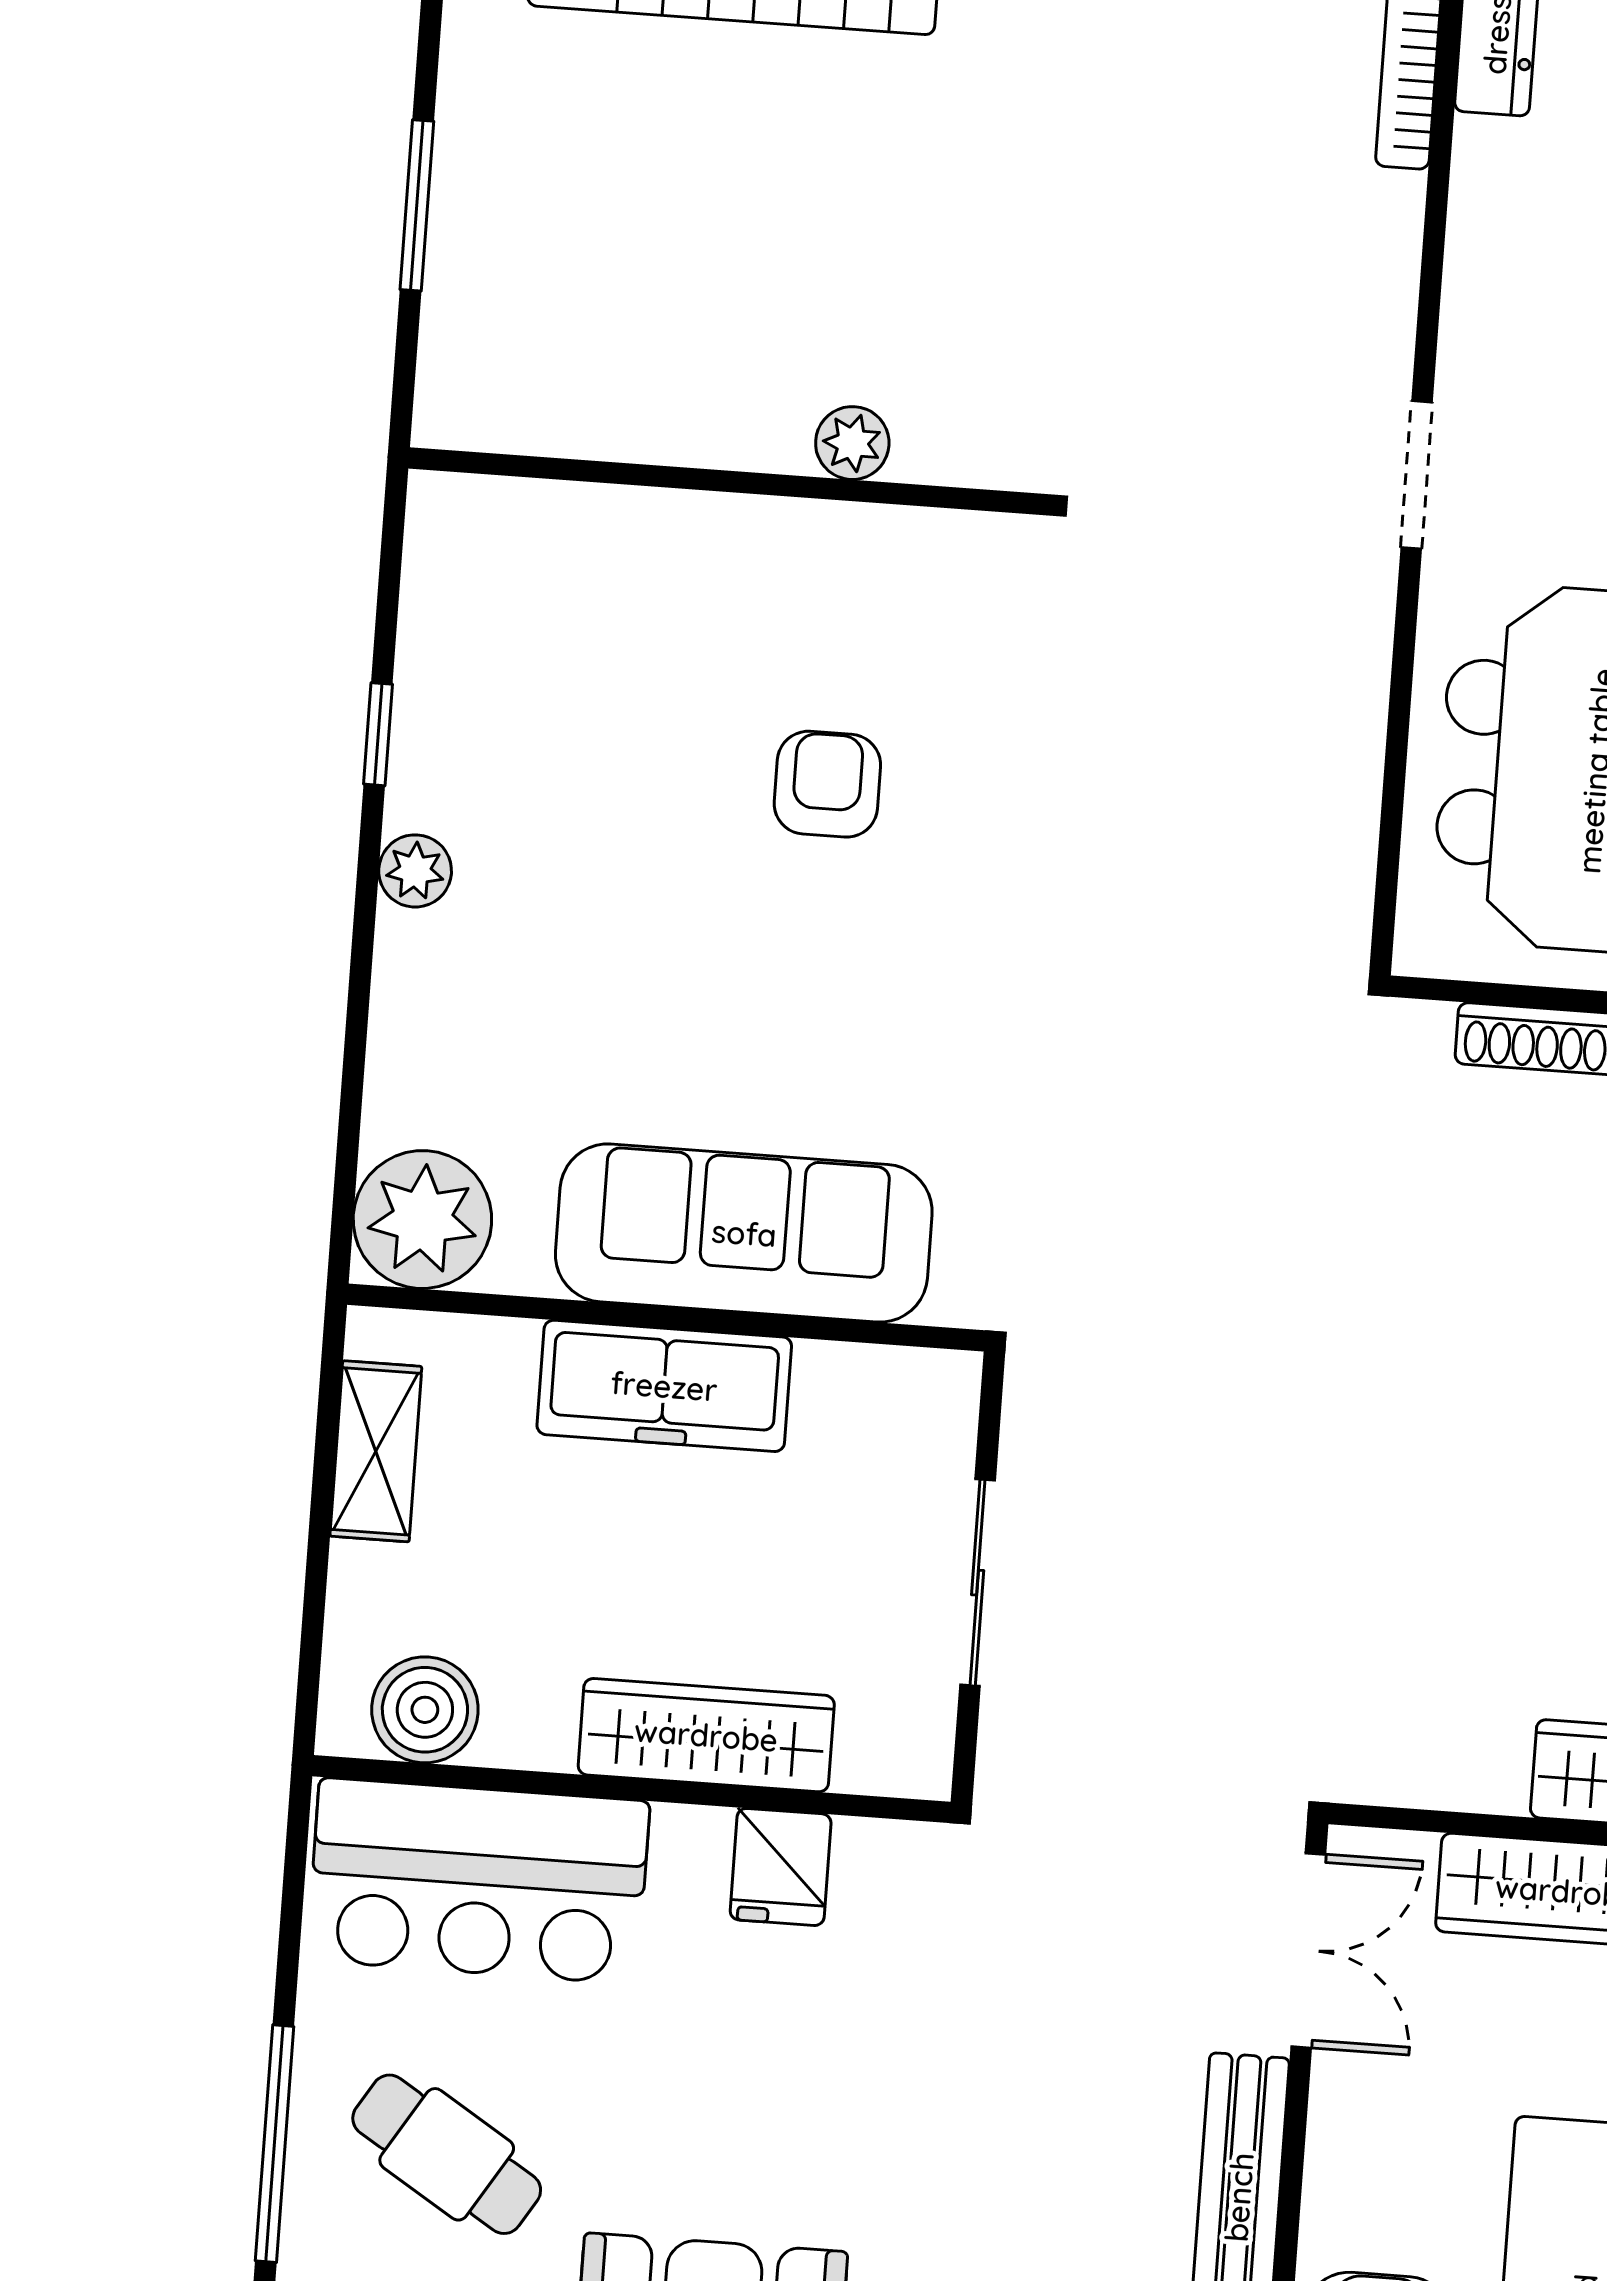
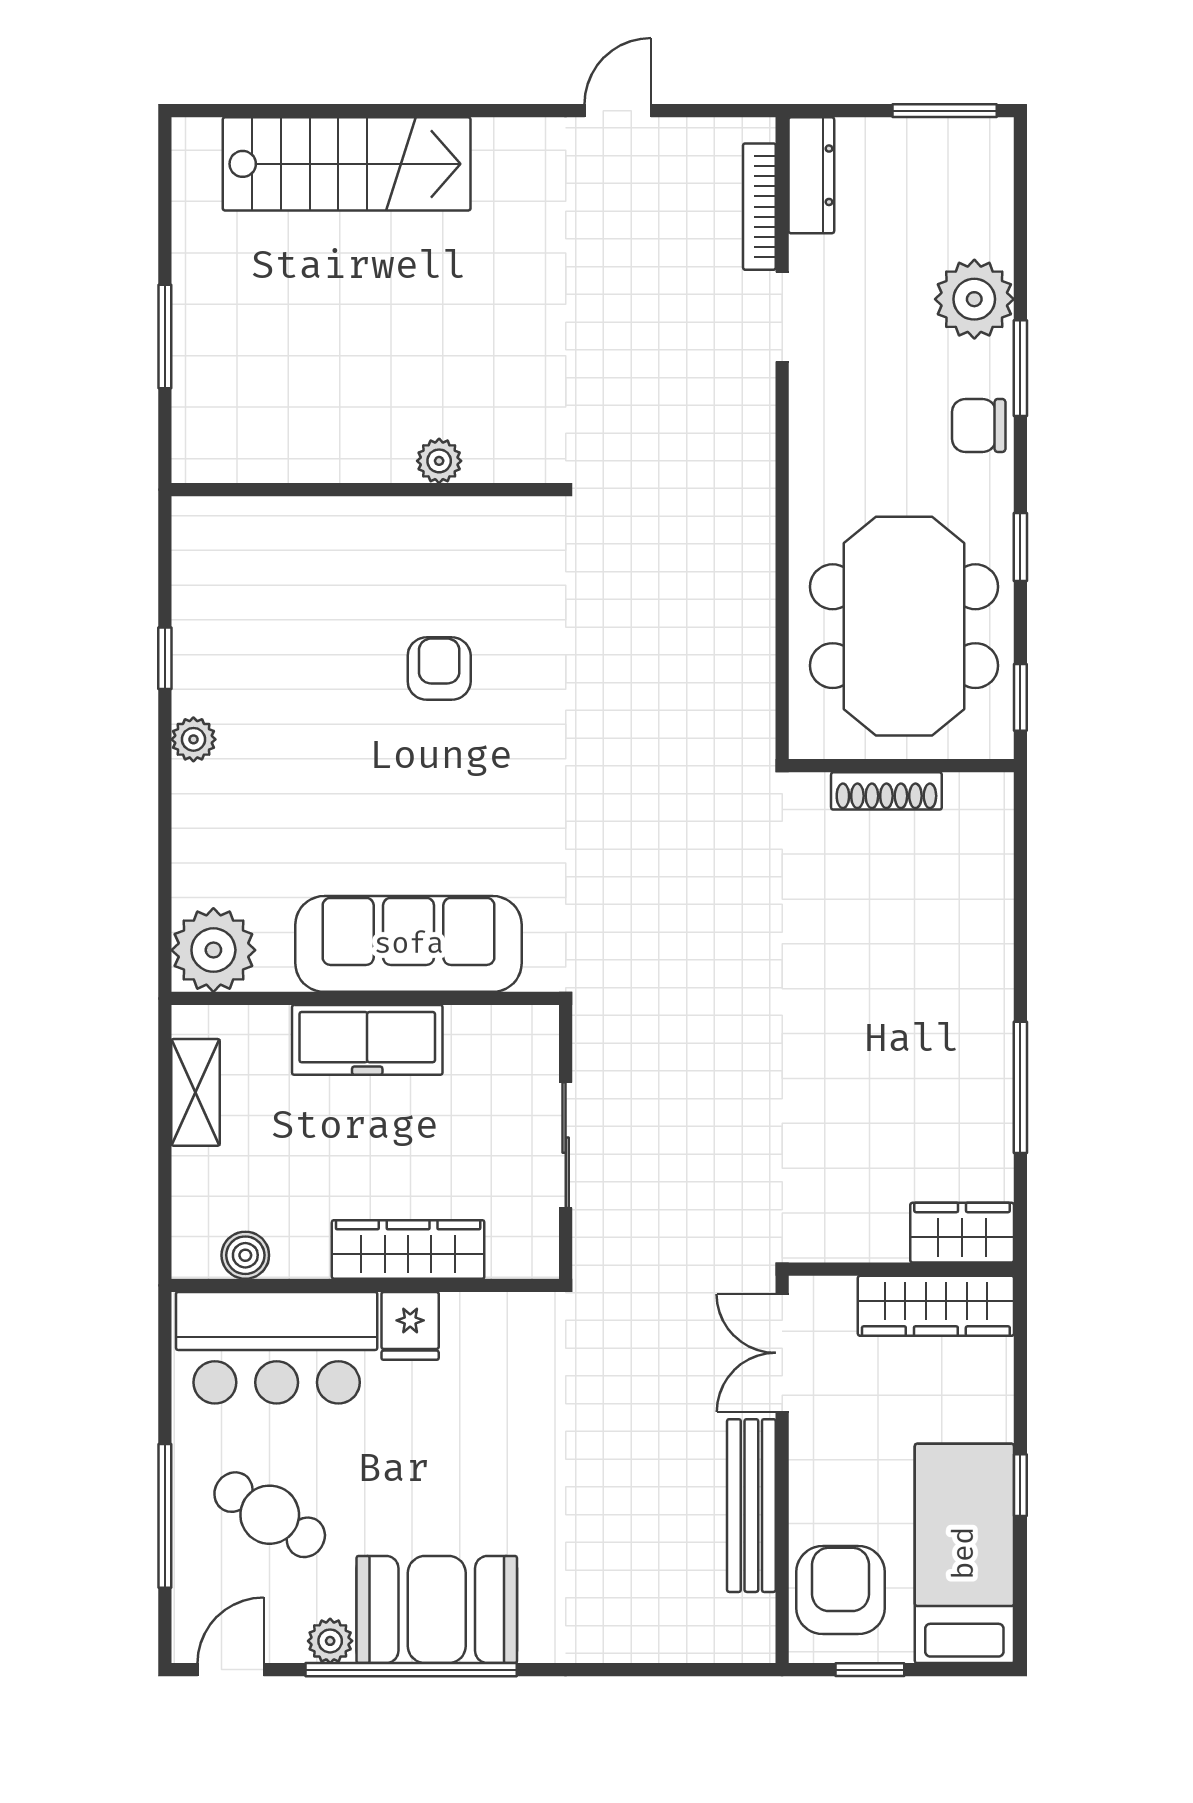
doorway: (1417, 475) -> (782, 317), moved
boiler: (425, 1710) -> (245, 1255), width x0.73, depth x0.73
fridge: (781, 1867) -> (410, 1326), moved
double door: (1308, 1950) -> (782, 1353), swing flipped

